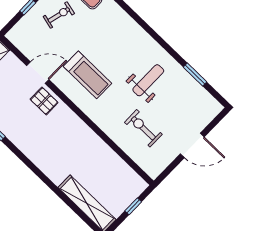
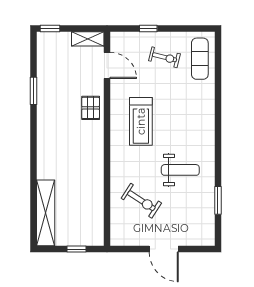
door: (38, 73) -> (107, 65), moved
exercise bike: (143, 128) -> (141, 201), turned 123

